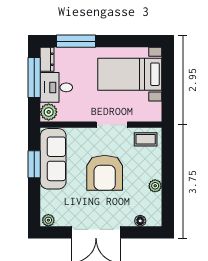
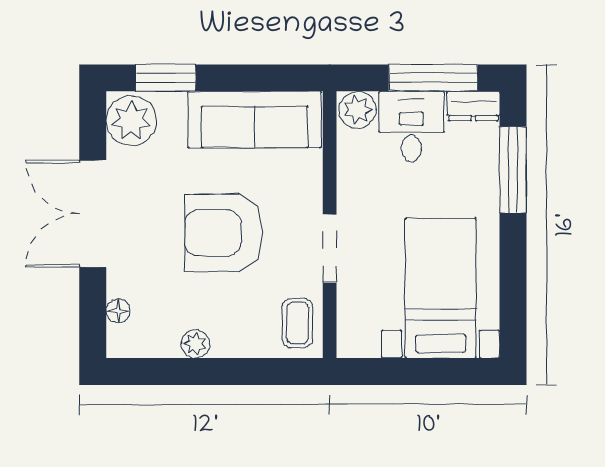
window: (34, 164) -> (166, 78), moved
plant: (48, 220) -> (131, 121), width x1.88, depth x1.88

